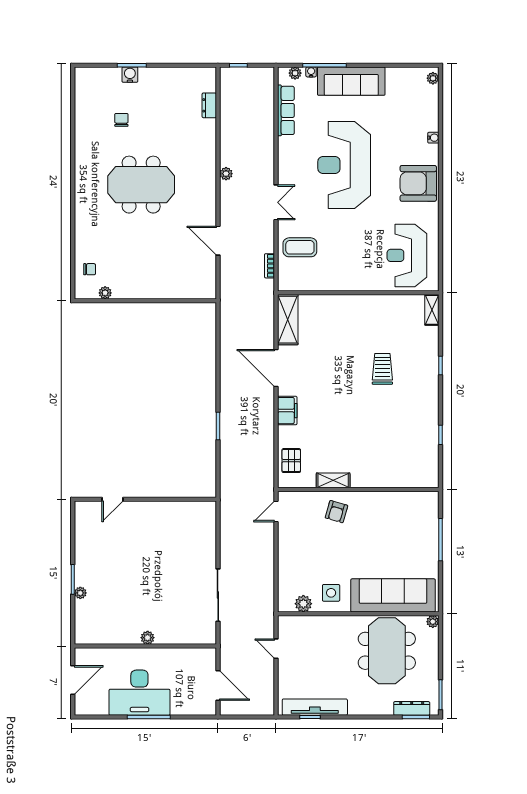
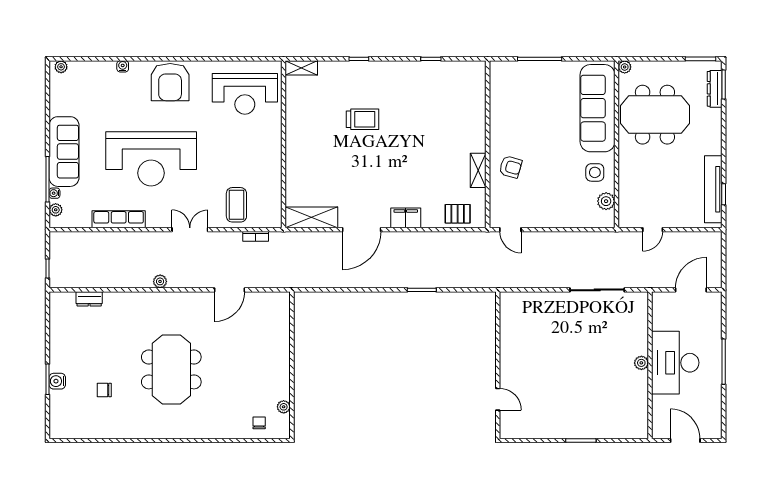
row of seats: (286, 110) -> (119, 219), moved
trolley: (382, 369) -> (362, 119), turned 180
plant: (80, 593) -> (595, 433), removed
desk: (139, 693) -> (675, 363), moved, turned 180

